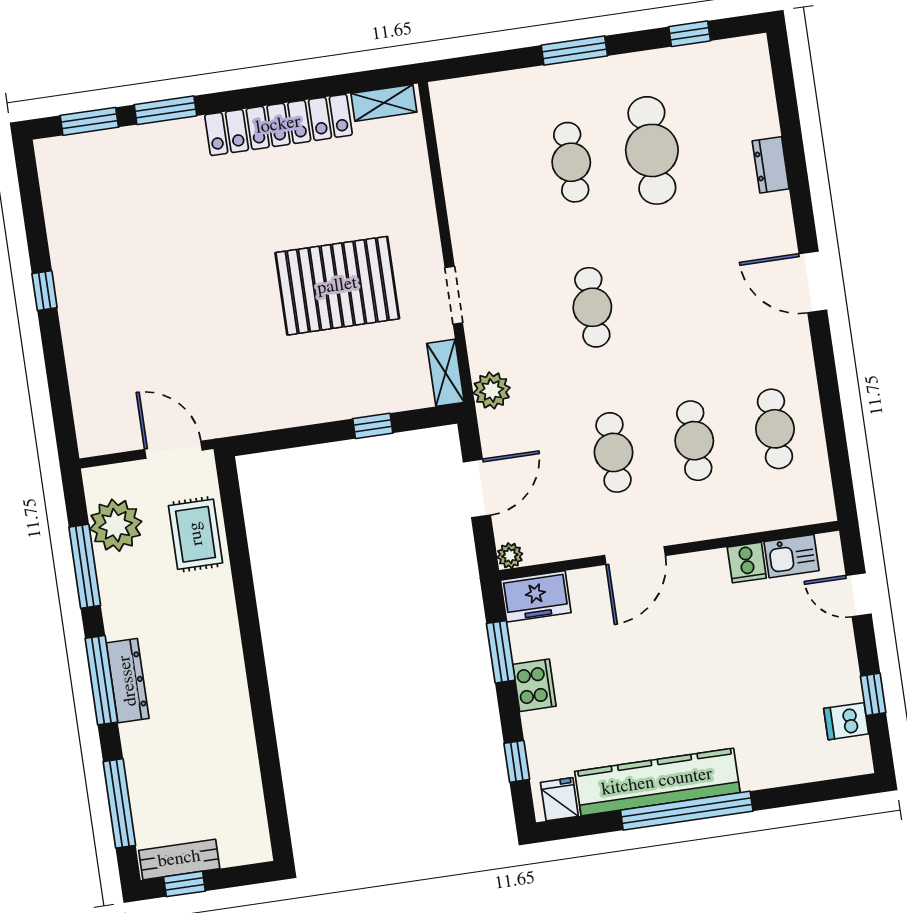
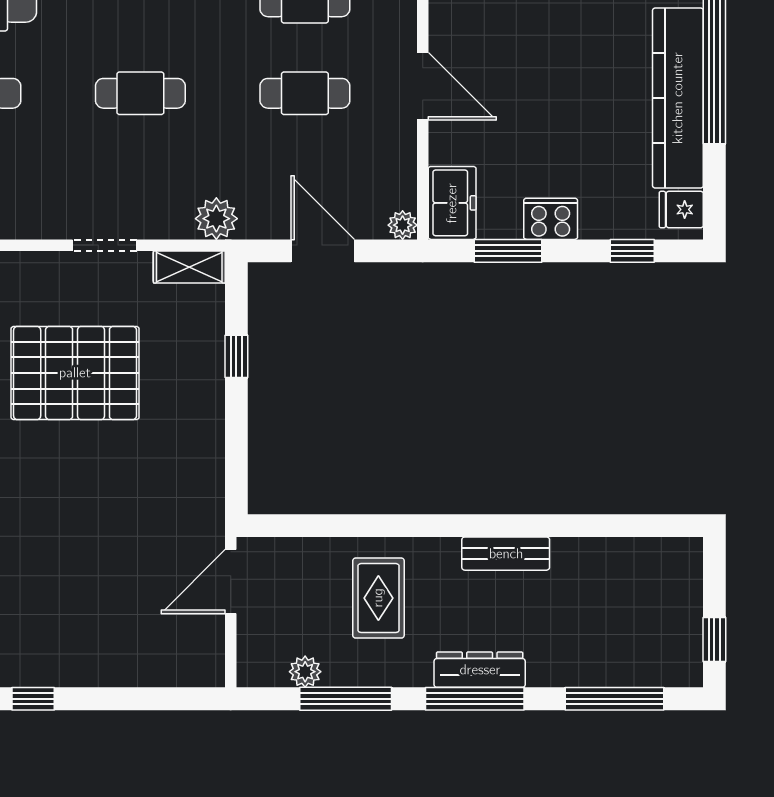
pallet: (337, 286) -> (75, 373), turned 90
plant: (116, 525) -> (305, 672), width x0.53, depth x0.53
rug: (196, 534) -> (378, 598), moved, turned 90
bench: (179, 859) -> (506, 554), moved, turned 90

